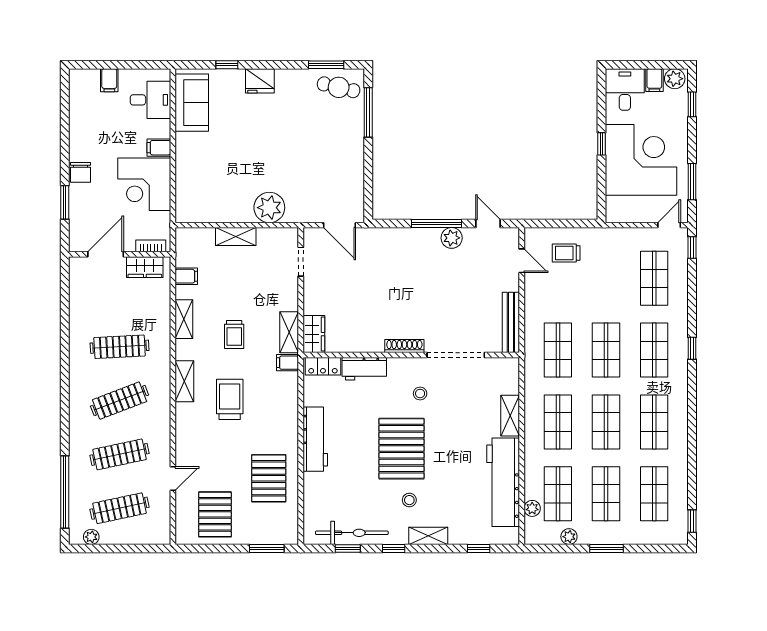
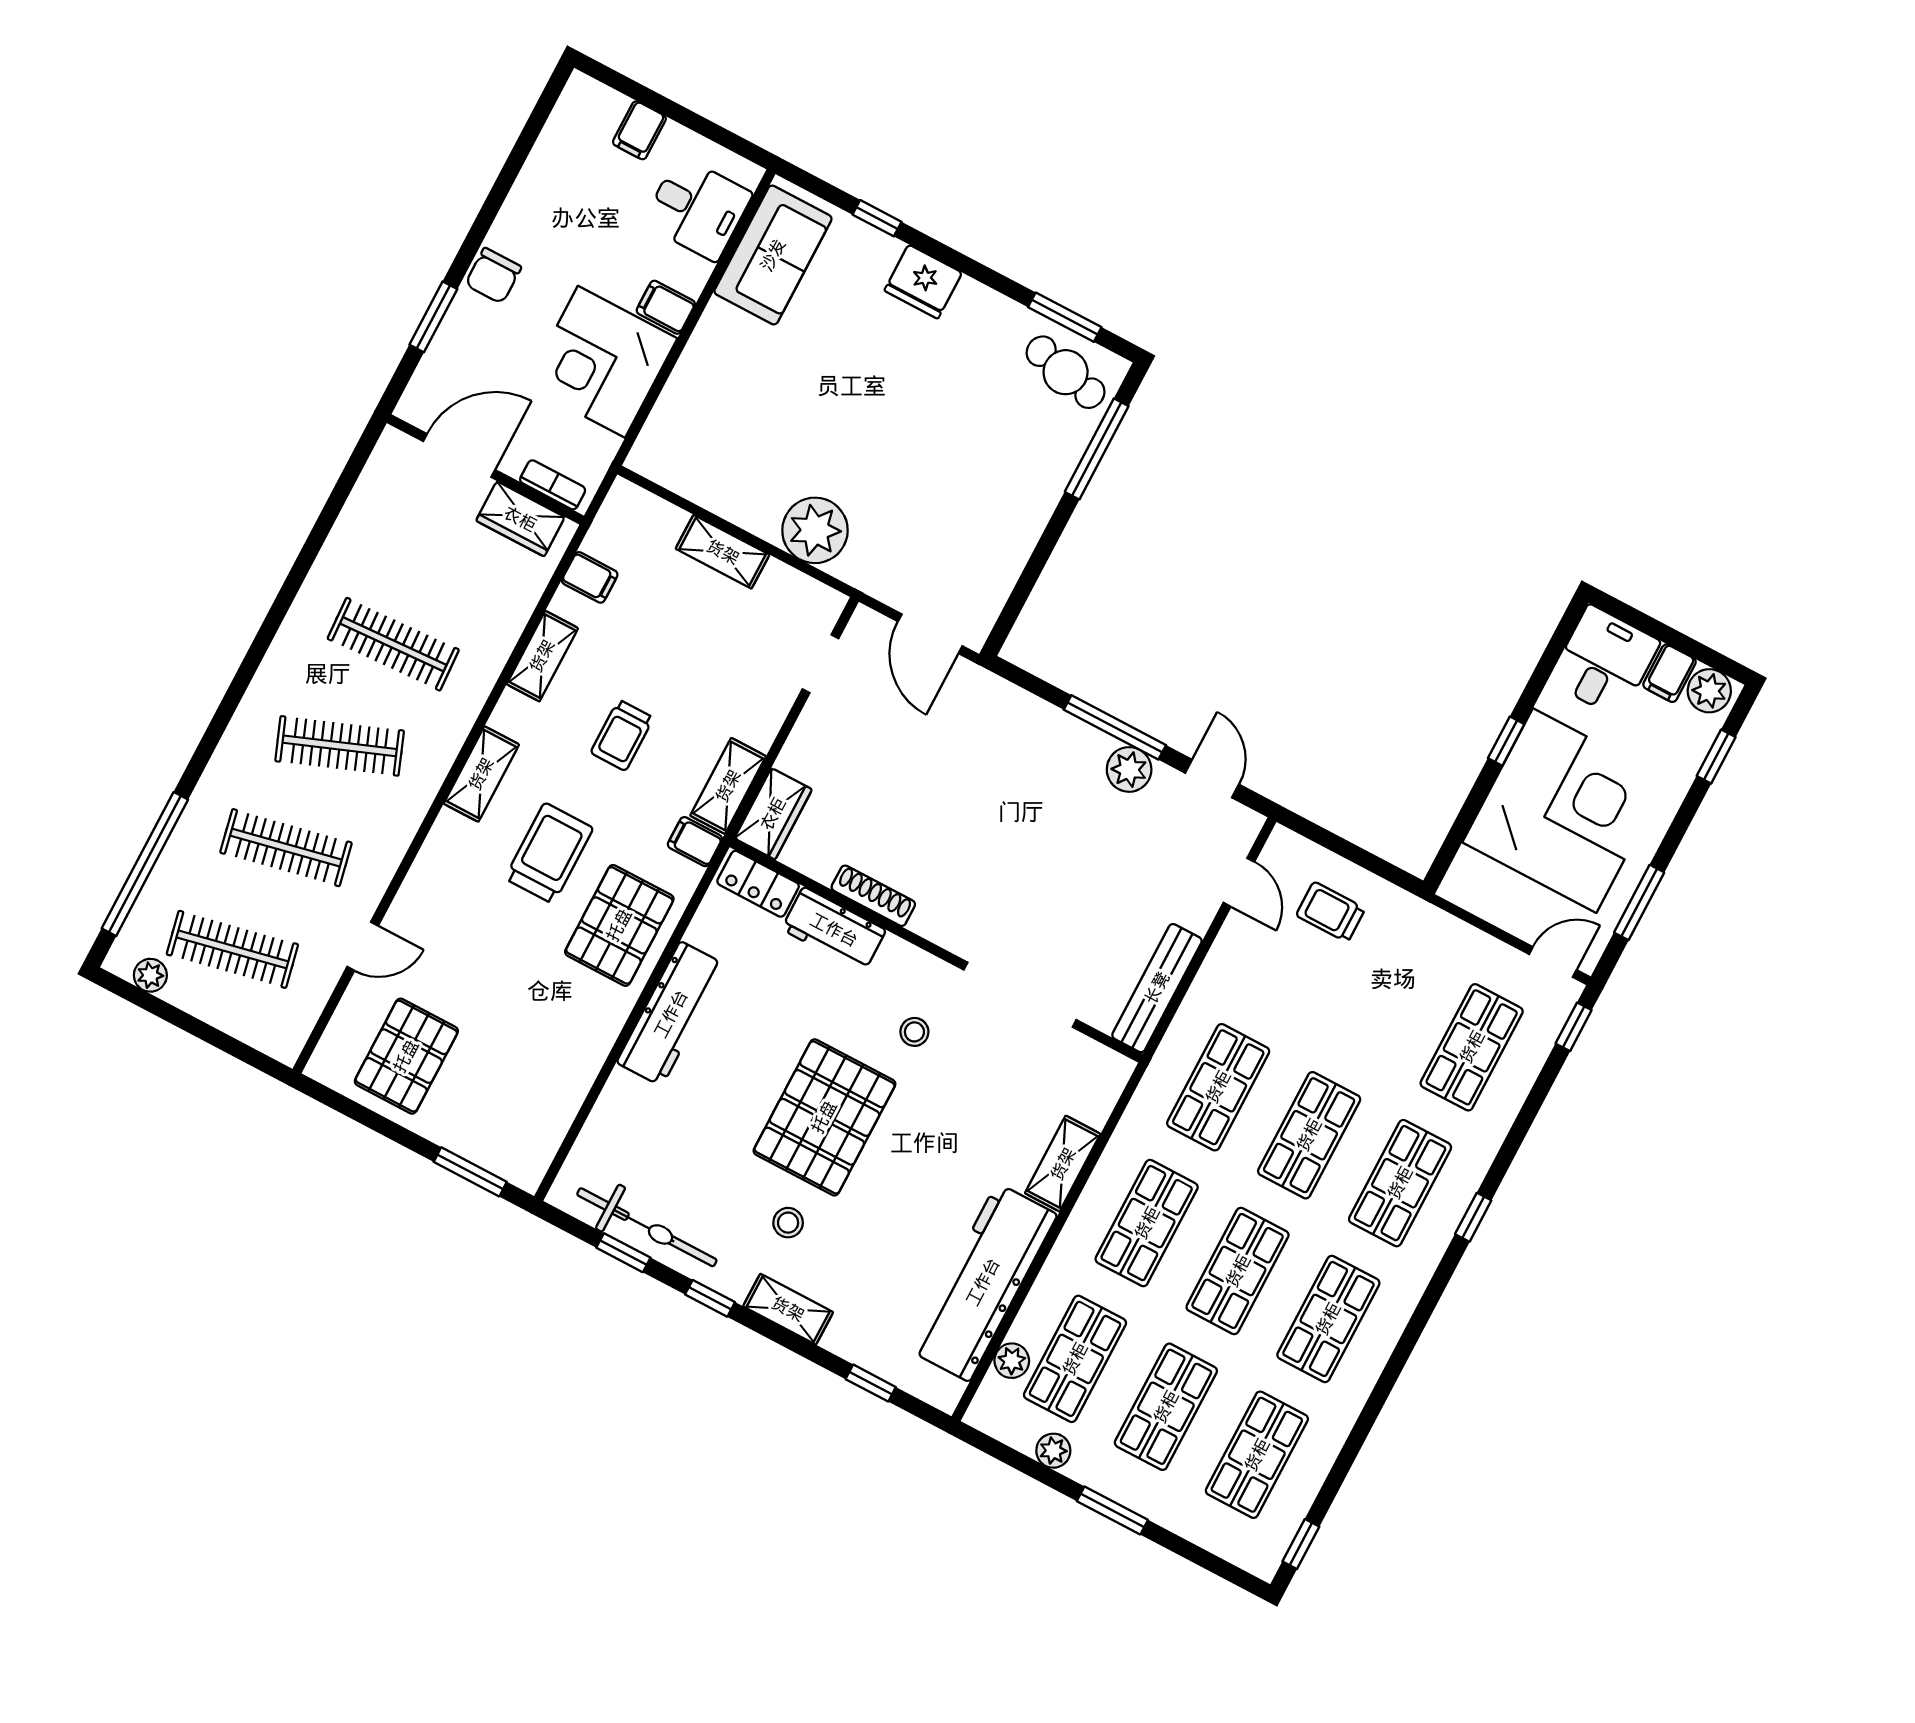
shoe rack: (404, 346) -> (873, 896), moved
pallet: (269, 478) -> (619, 925), moved

